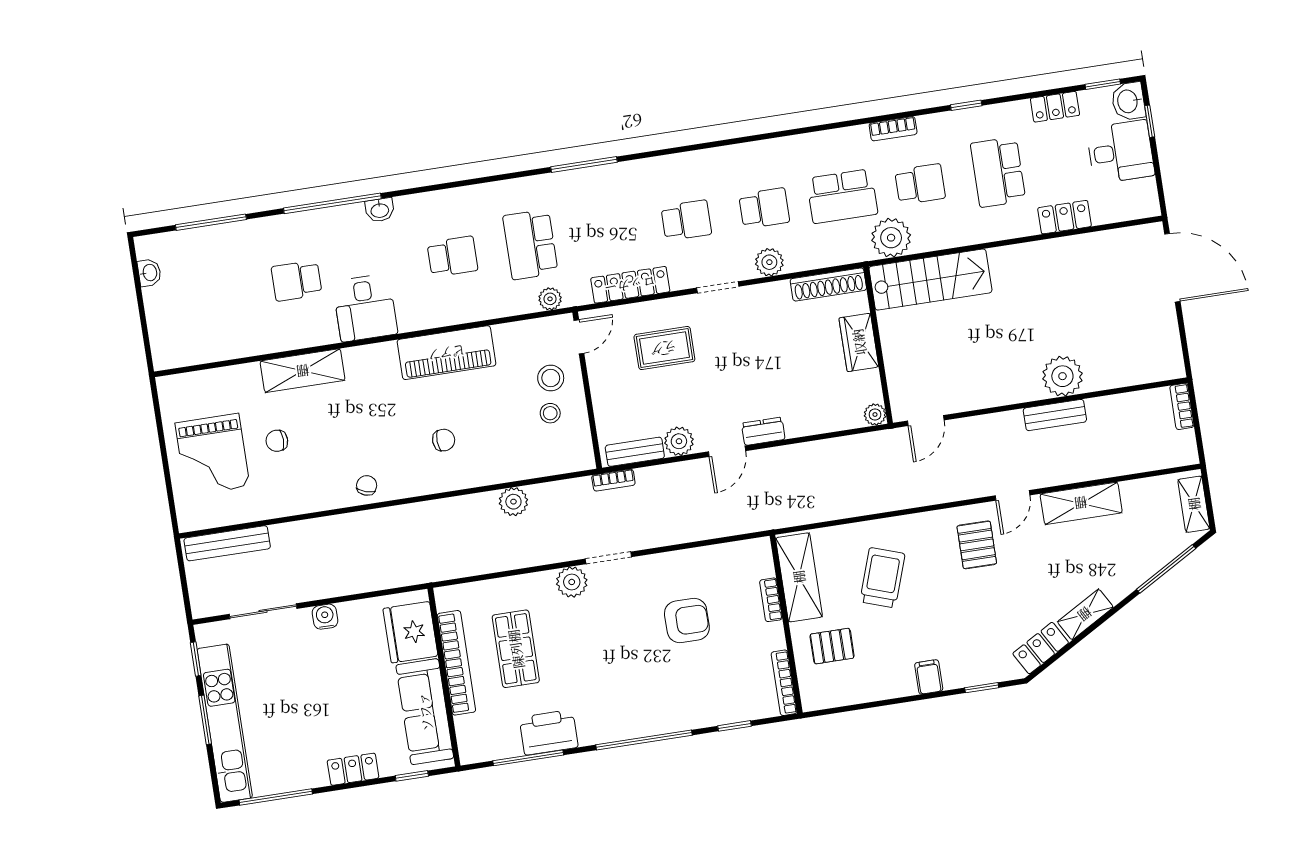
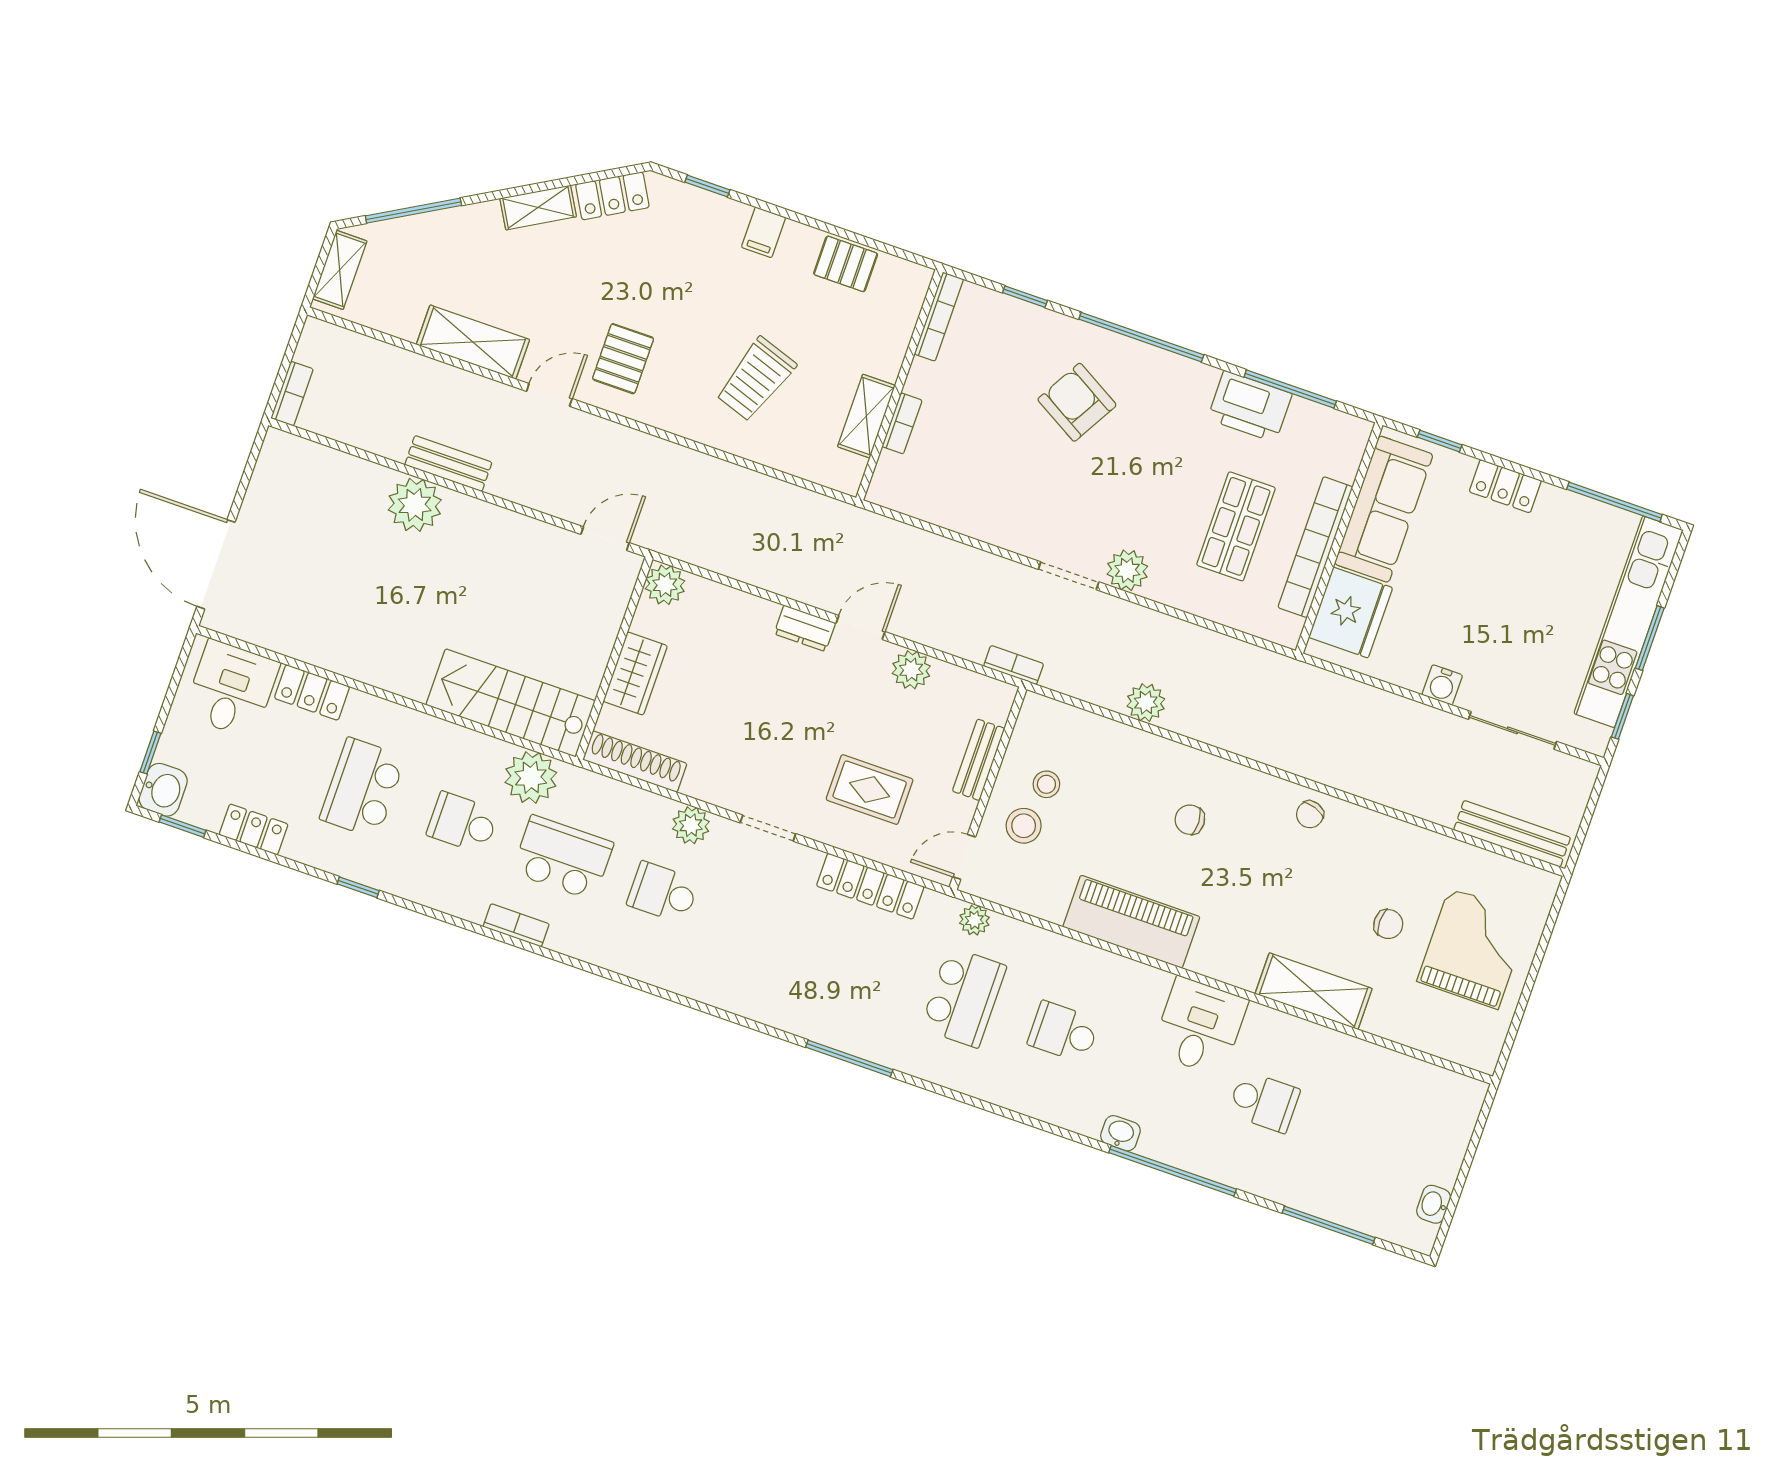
bookcase: (893, 129) -> (516, 925), moved
desk: (1120, 152) -> (231, 689), moved, turned 90
school desk: (998, 172) -> (362, 788), turned 180
school desk: (686, 220) -> (763, 927), removed
plant: (875, 414) -> (665, 585), width x1.38, depth x1.38
bench: (635, 452) -> (979, 760), moved, turned 90
shelving: (799, 577) -> (866, 416), width x0.67, depth x0.75
armchair: (687, 620) -> (1077, 402), moved, turned 30
pallet: (832, 646) -> (846, 264), moved

